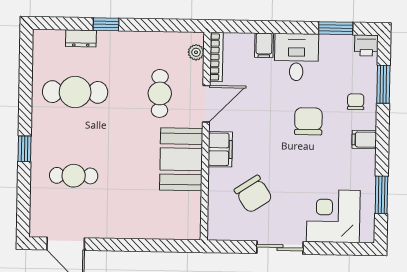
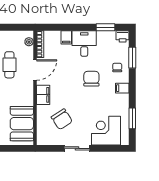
booth: (181, 159) -> (22, 124), moved

